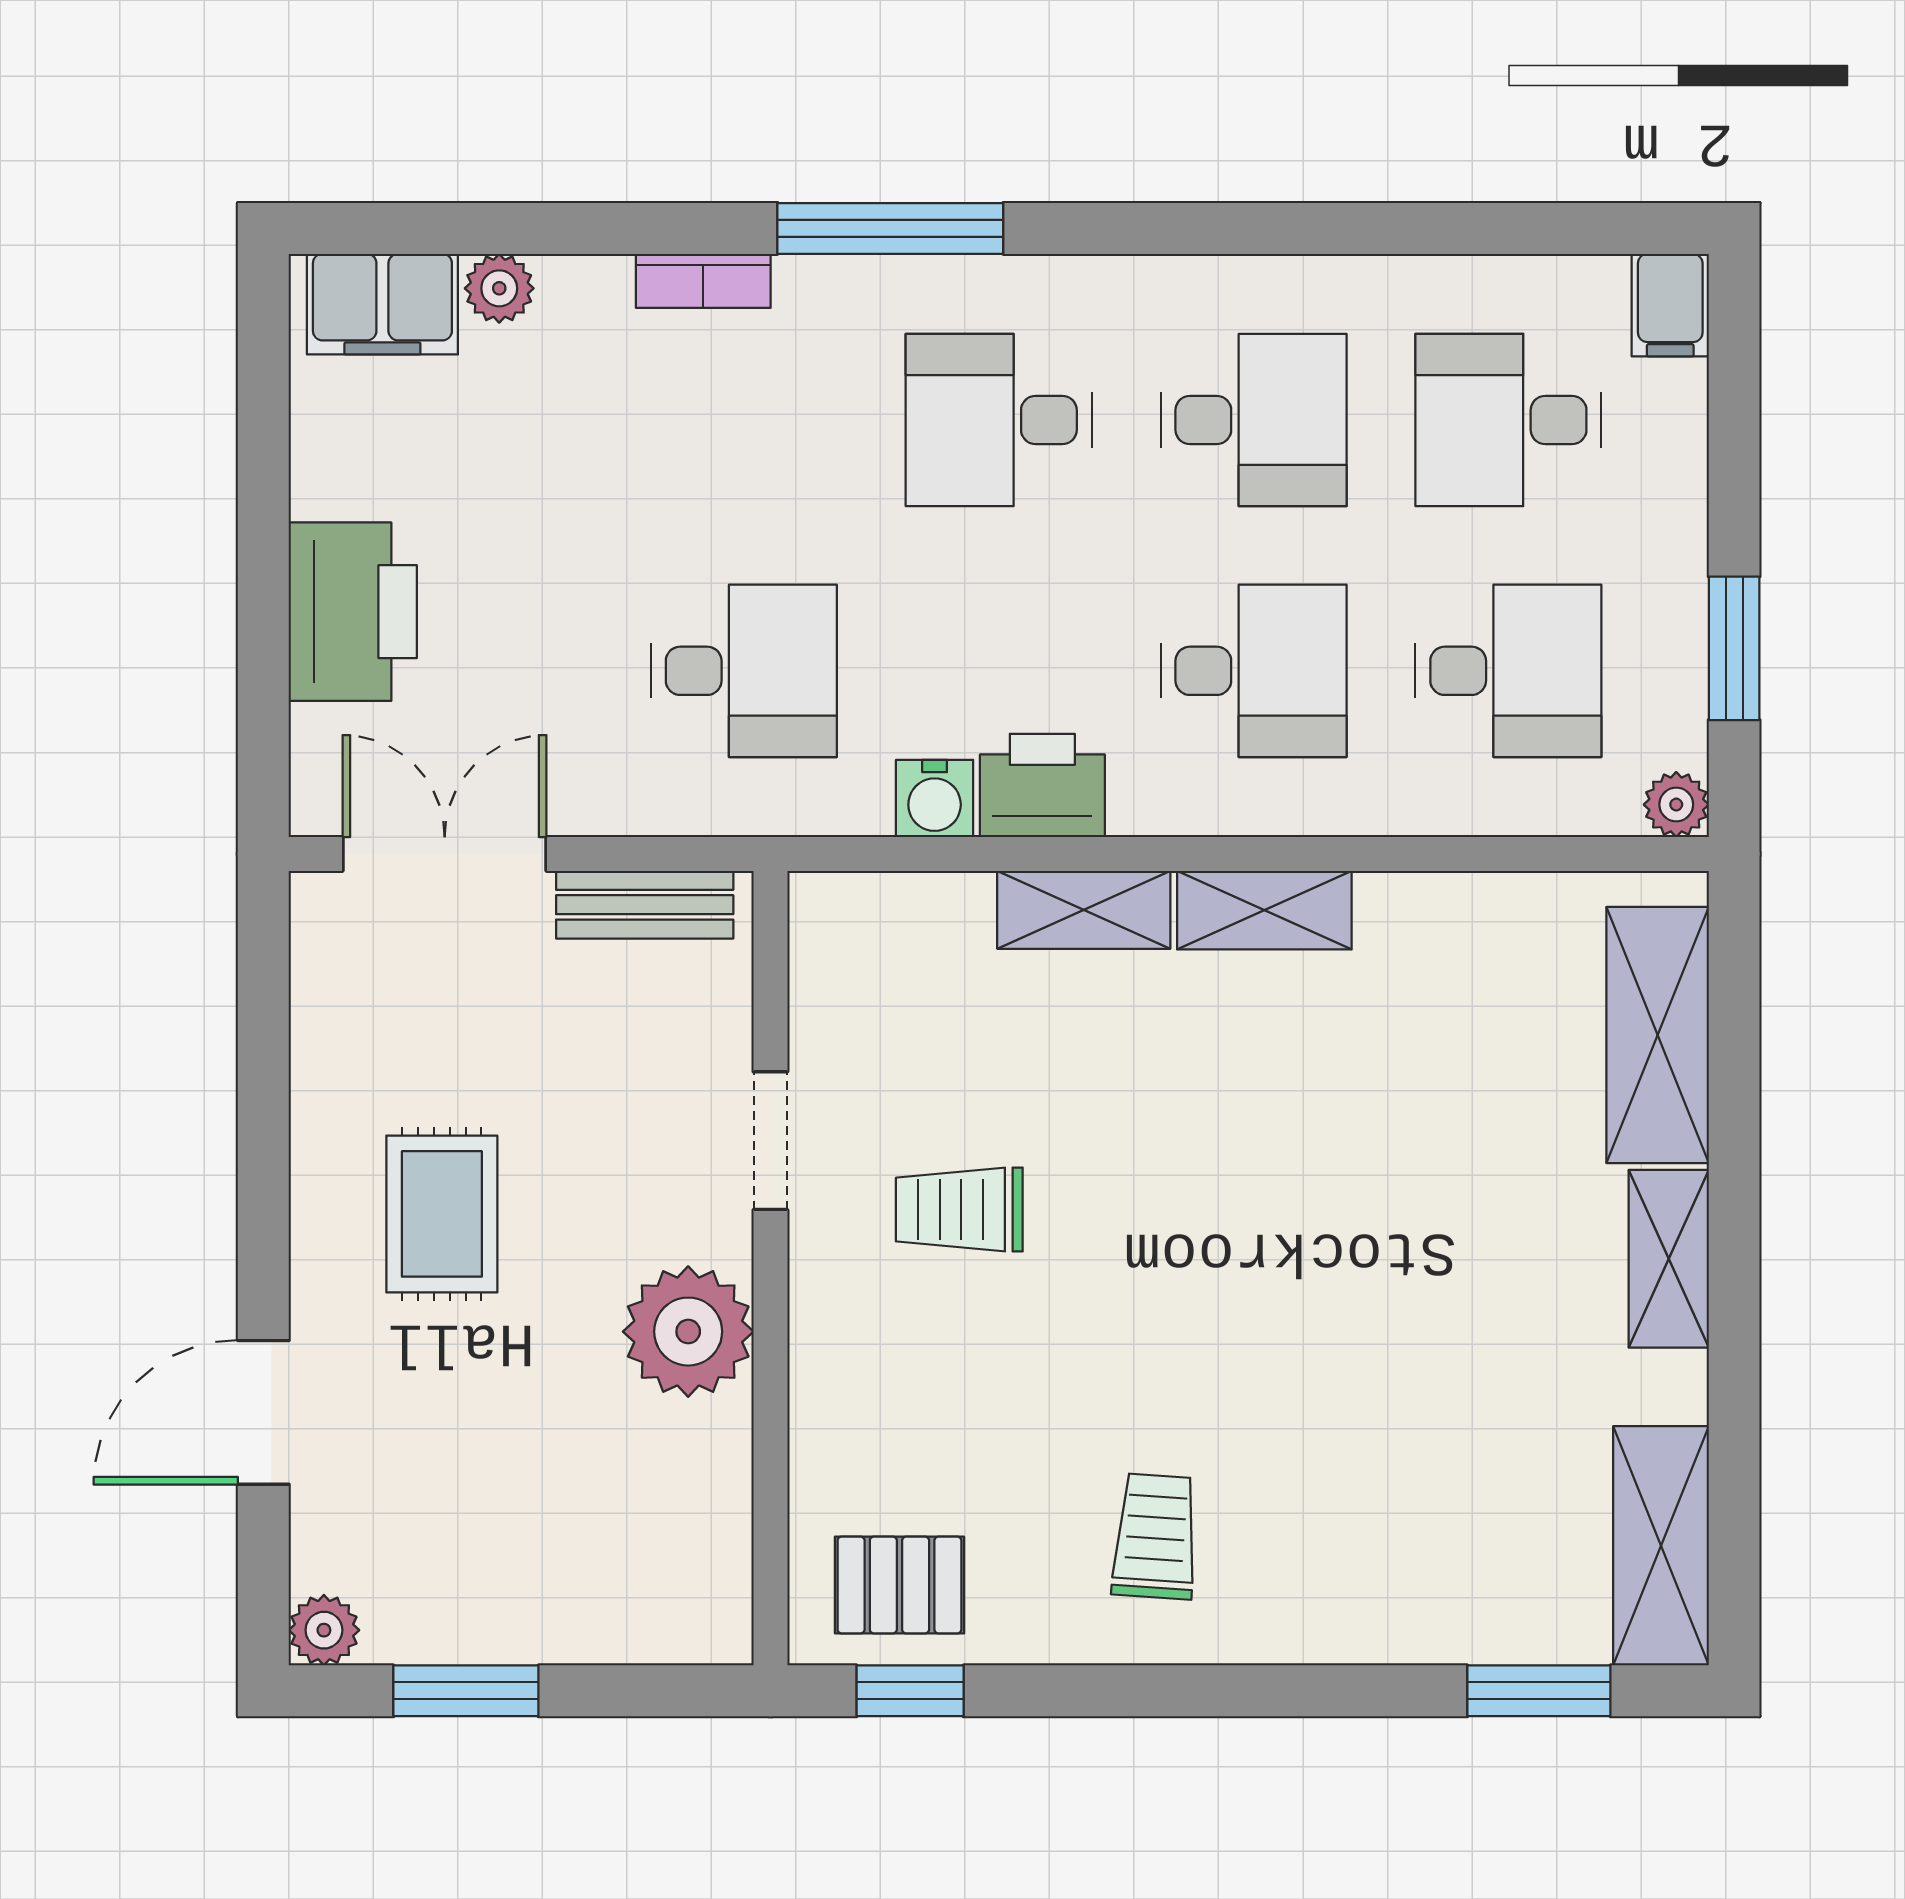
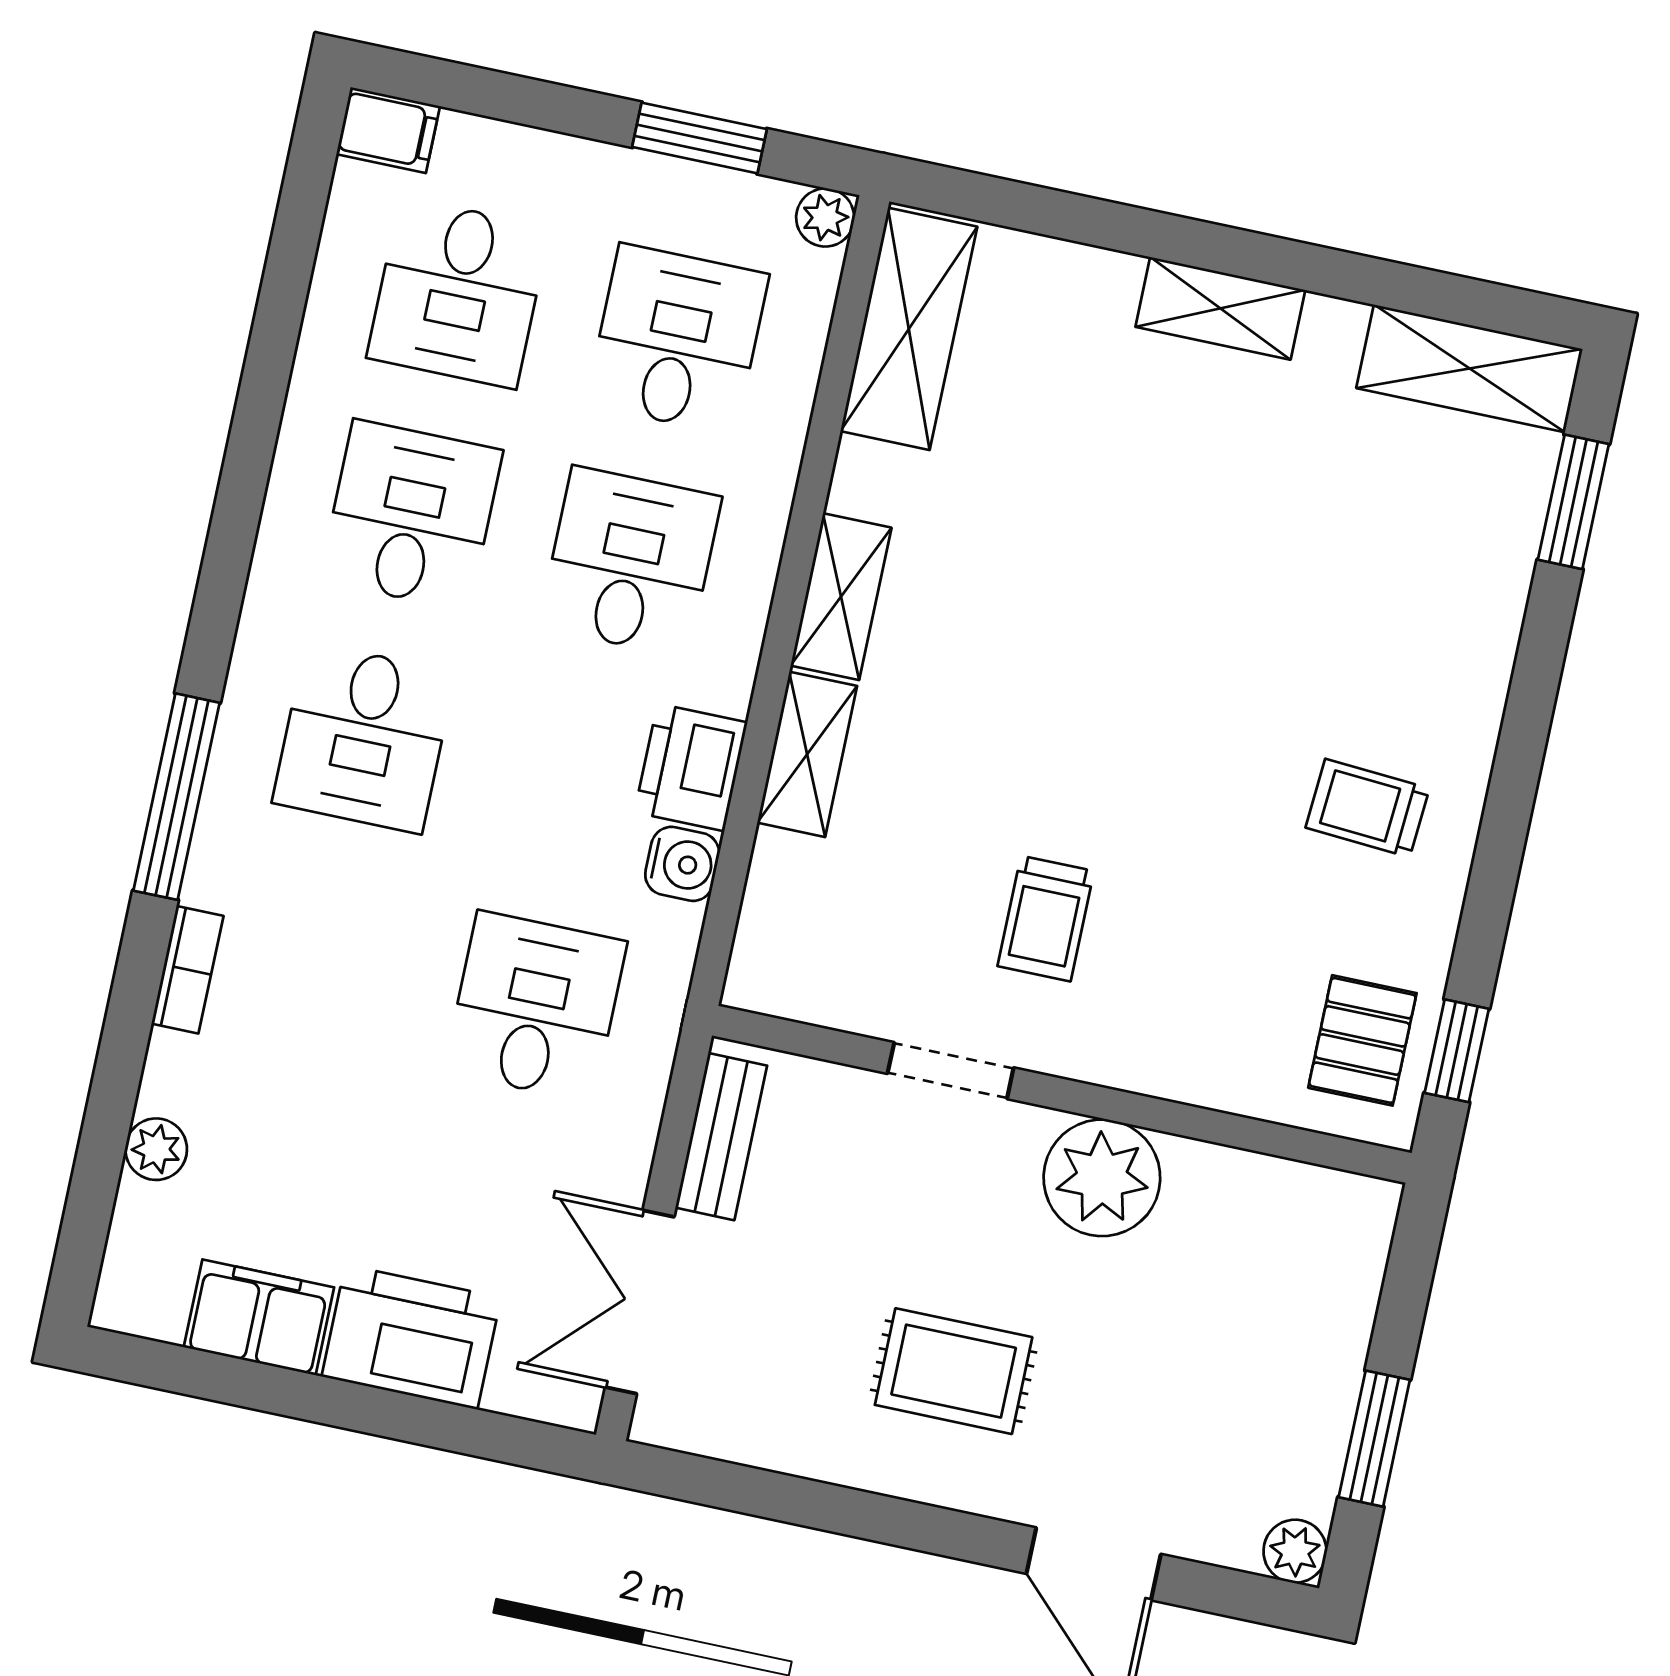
filing cabinet: (382, 304) -> (259, 1317), moved, turned -90
shelving: (1658, 1035) -> (909, 329), moved, turned 90

